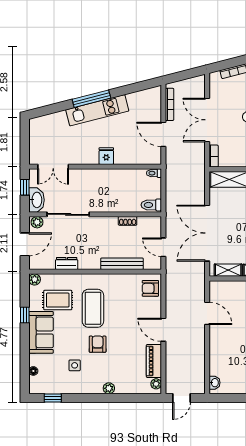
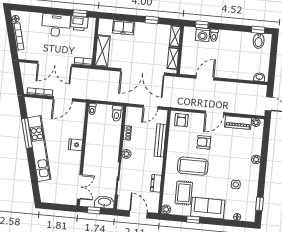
window: (91, 99) -> (27, 133), moved
kitchen unit: (97, 110) -> (39, 149), width x1.36
plant: (37, 222) -> (126, 154), moved
armchair: (98, 344) -> (204, 142), moved

